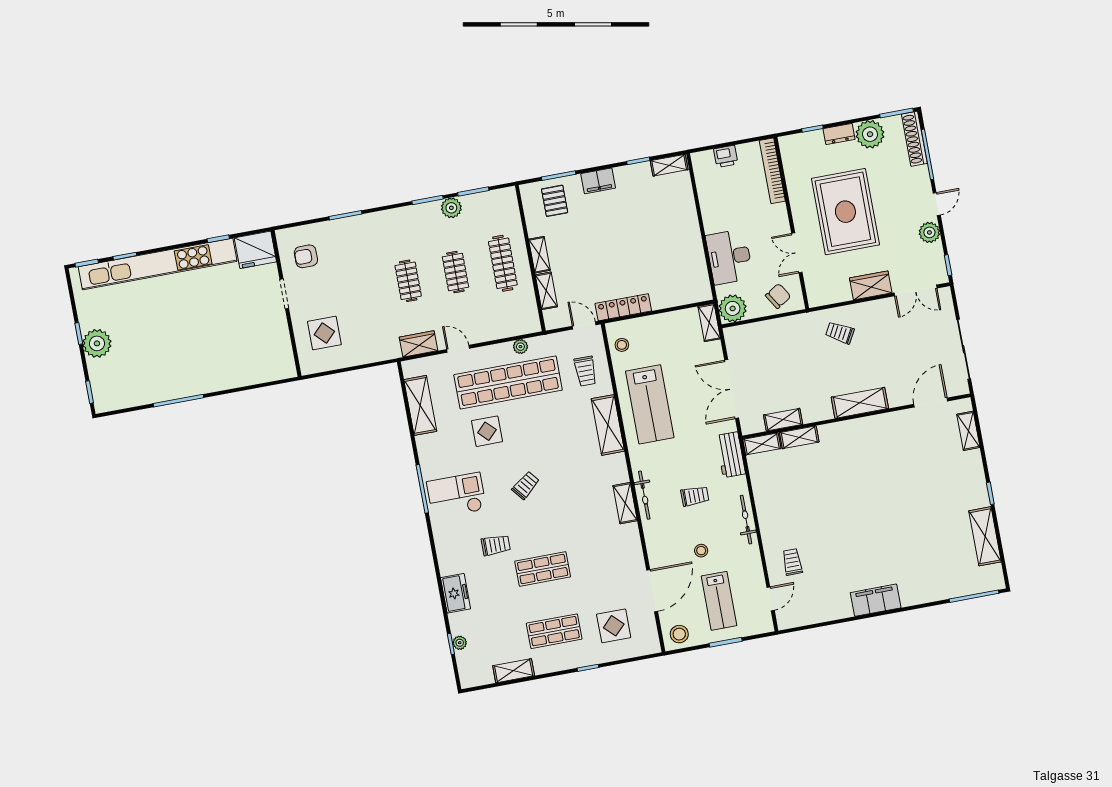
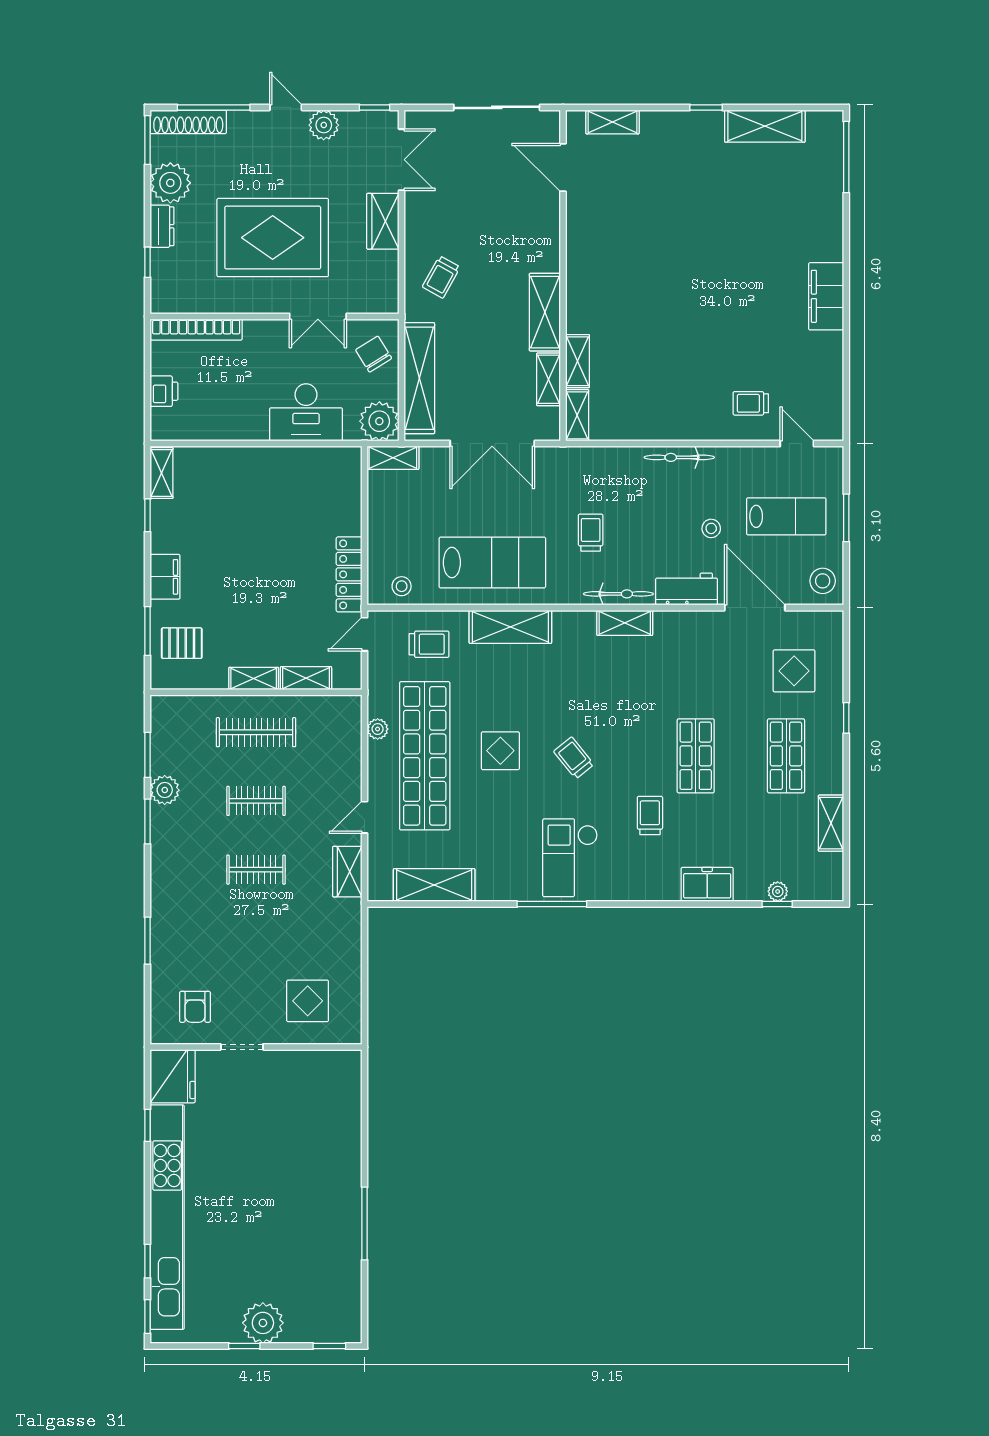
shelving: (767, 331) -> (419, 378), added
shelving: (860, 403) -> (545, 312), moved
display table: (487, 431) -> (500, 751), moved
workbench: (731, 455) -> (687, 589), moved, turned 180
trolley: (695, 496) -> (591, 533), moved

